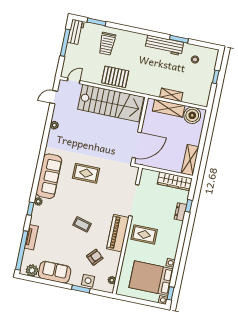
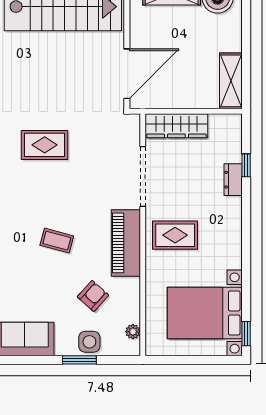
wardrobe: (175, 181) -> (176, 126), moved

